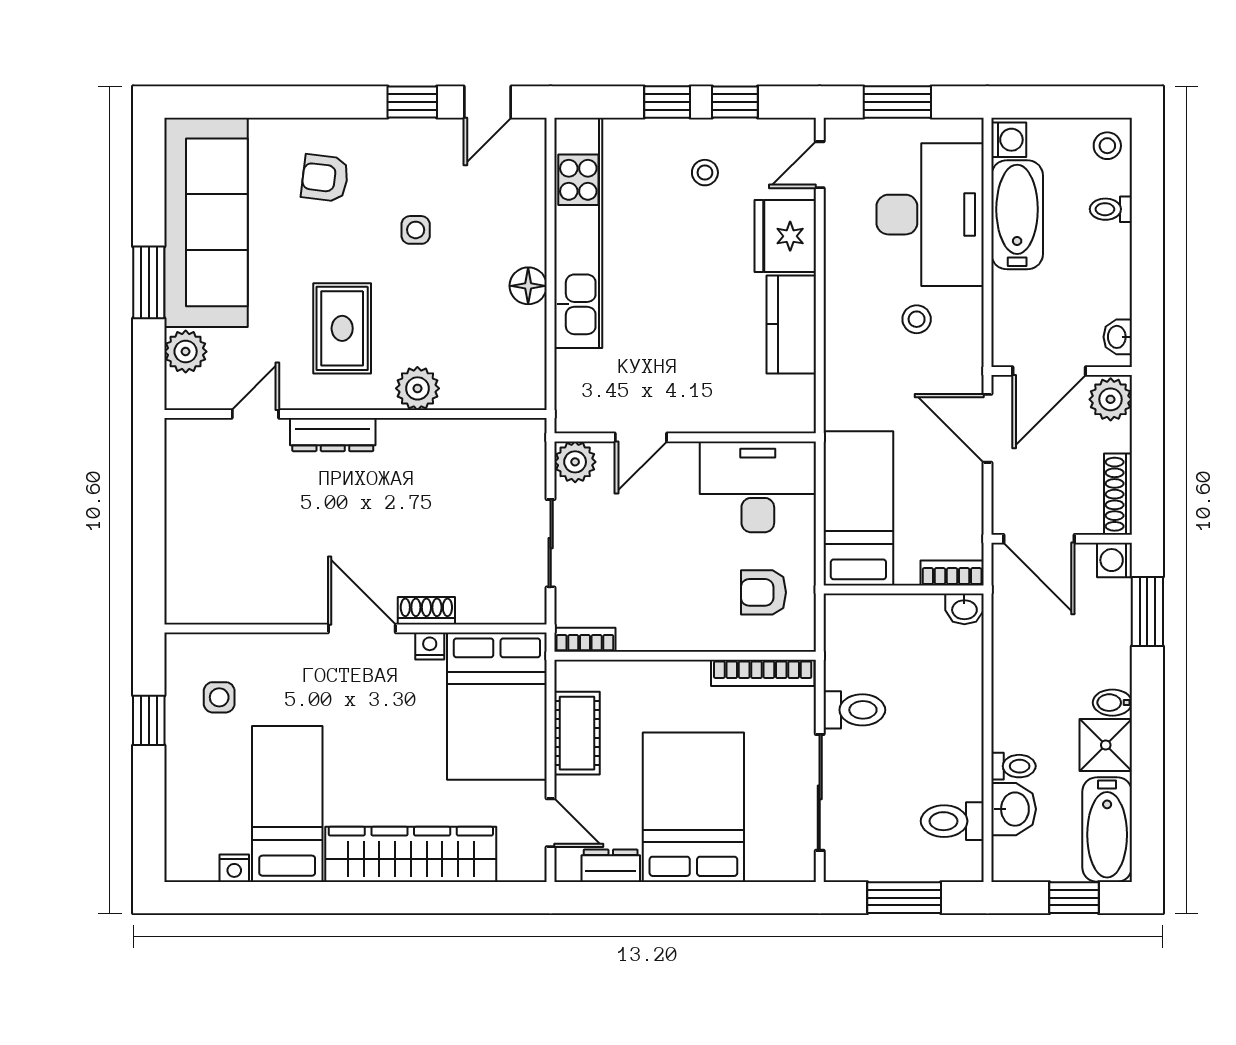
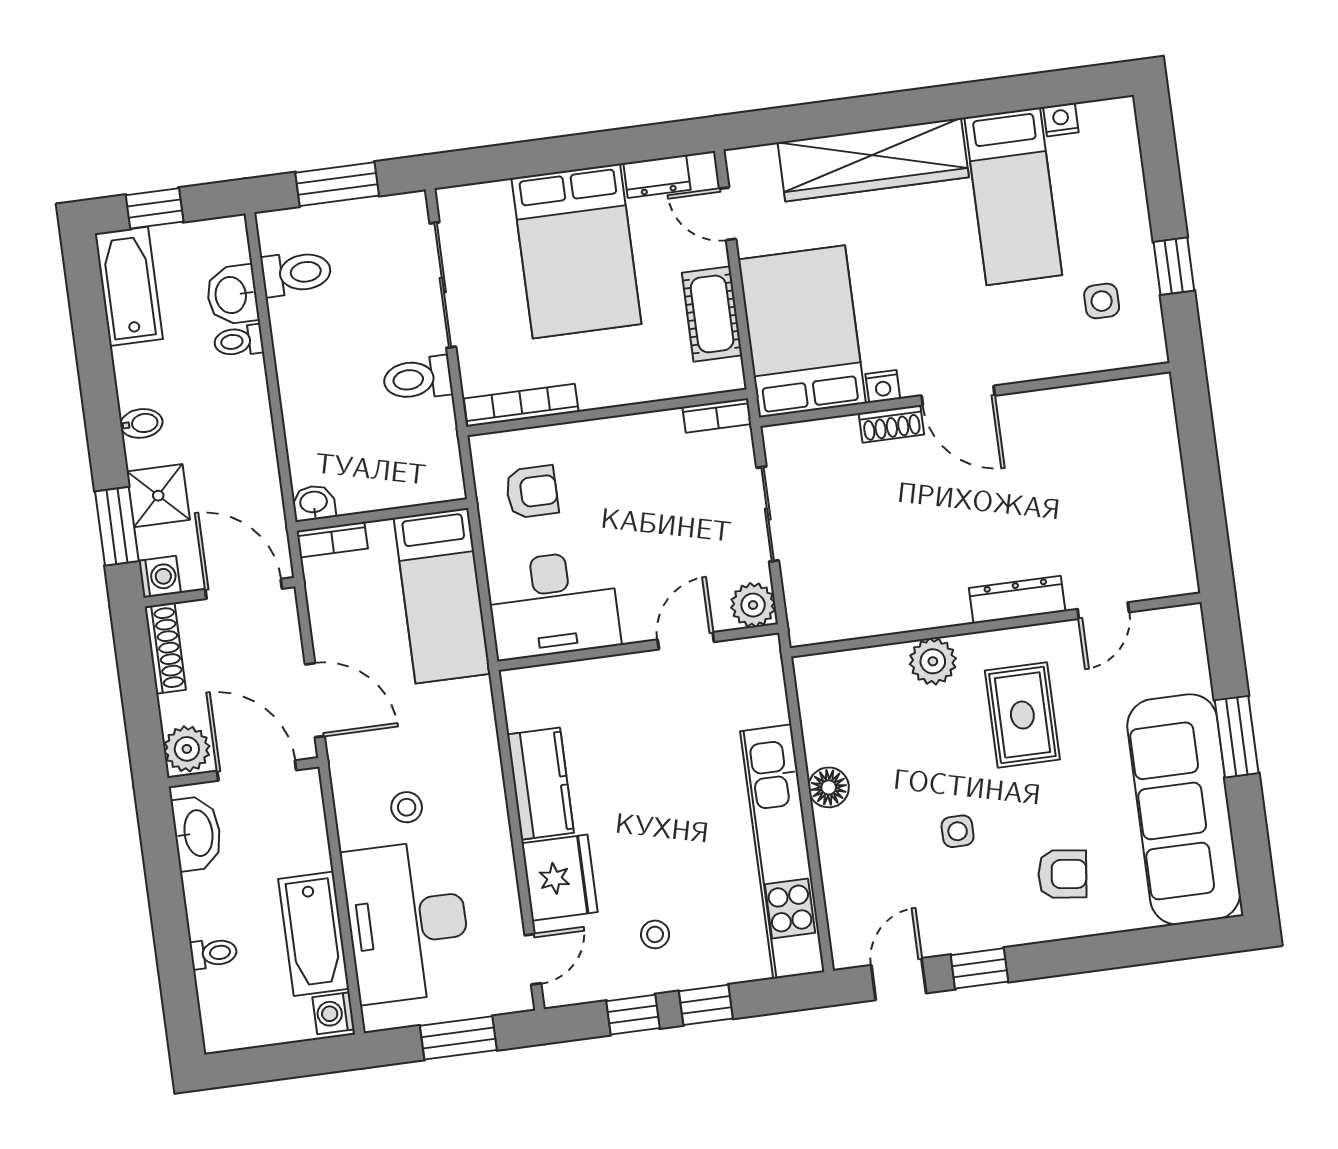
stool: (1107, 146) -> (227, 1021), removed
washbasin: (1118, 337) -> (197, 833), width x1.91, depth x1.45
plant: (186, 352) -> (1187, 668), removed
door: (1049, 371) -> (257, 771), hinge flipped
shower: (1106, 745) -> (158, 496), moved

